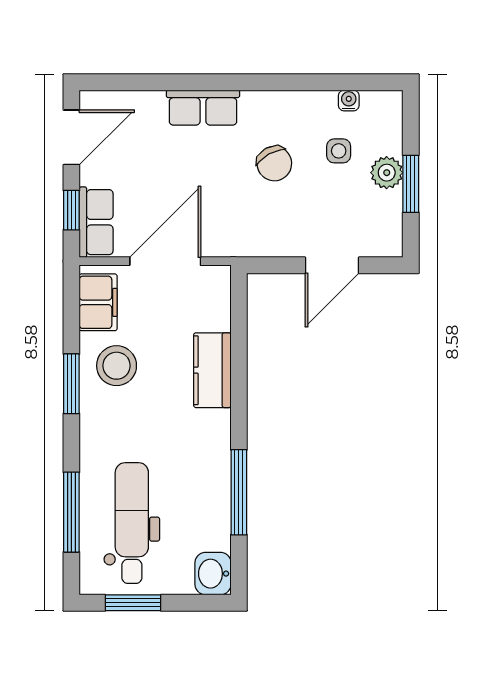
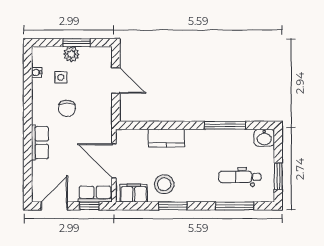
door: (71, 137) -> (54, 206), hinge flipped
chair: (274, 164) -> (67, 108), turned 119
dental chair: (132, 523) -> (240, 177), width x0.73, depth x0.72

